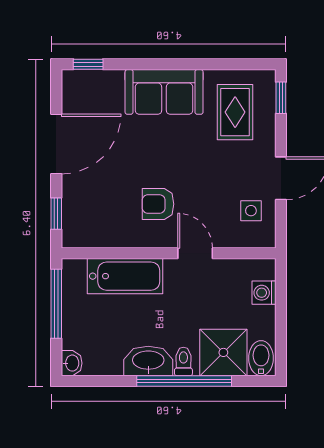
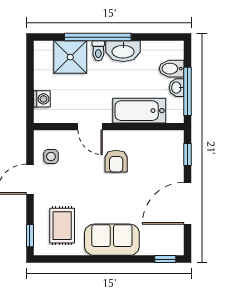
armchair: (158, 204) -> (116, 161), turned 90
bidet: (261, 358) -> (172, 69), moved, turned 90
washbasin: (72, 363) -> (177, 88), moved

